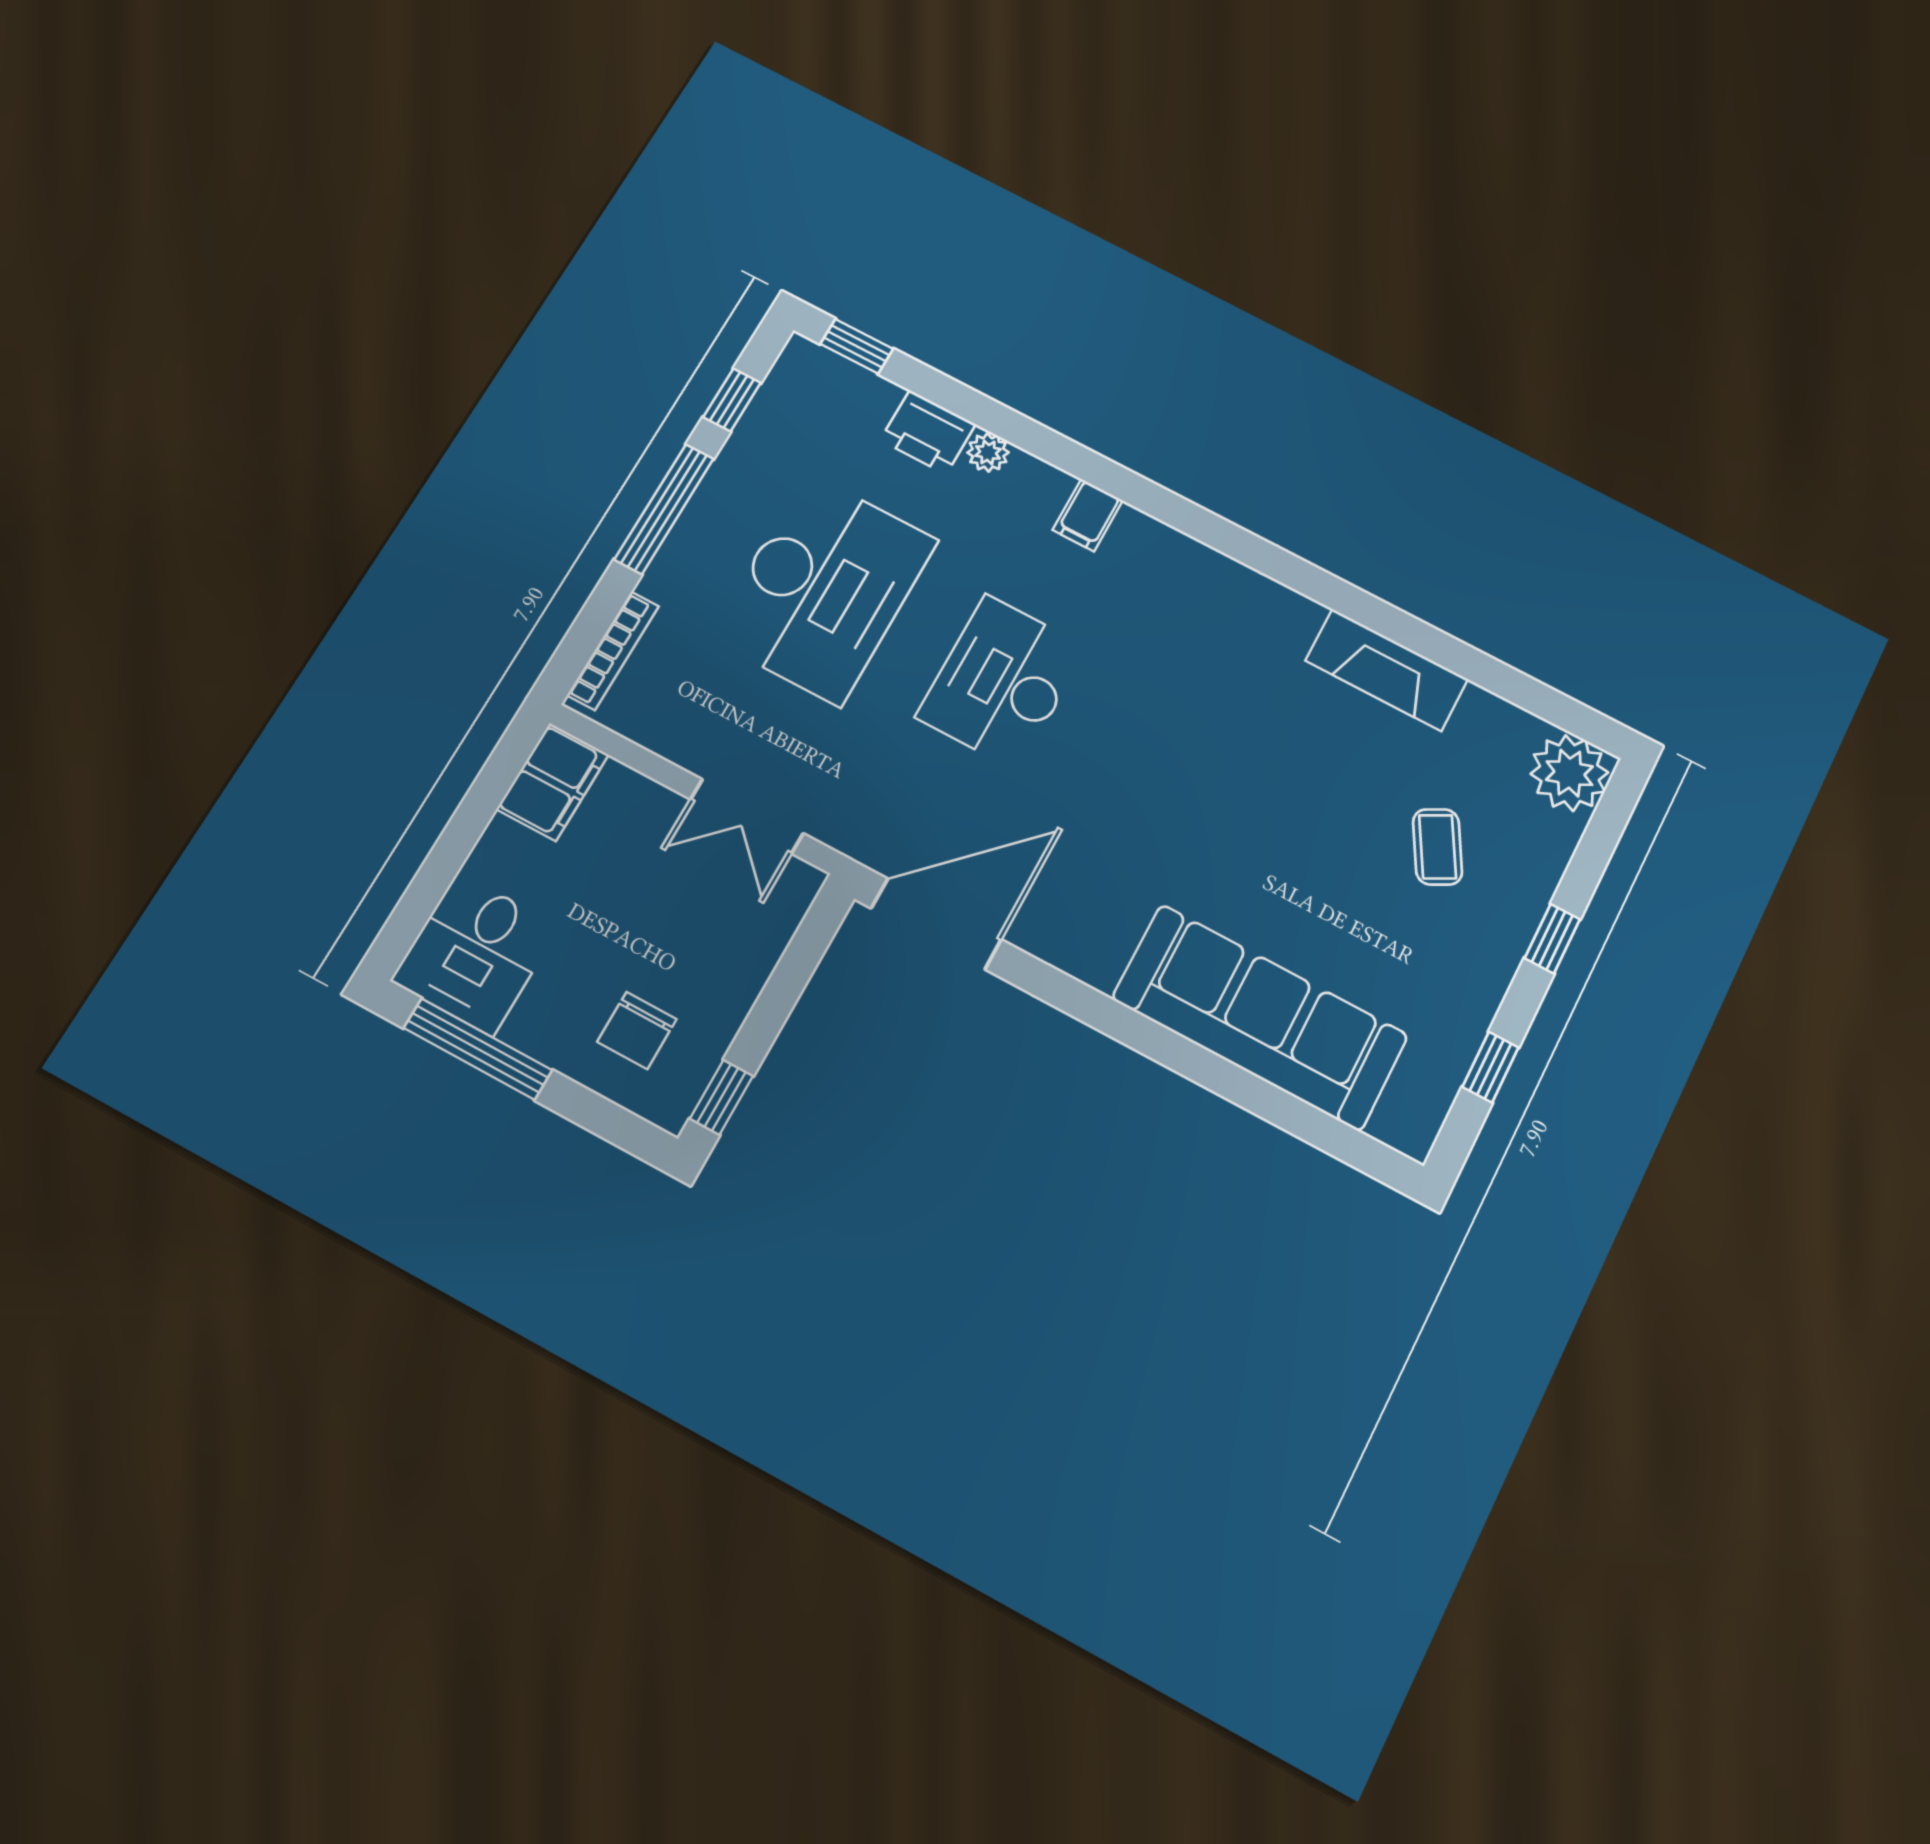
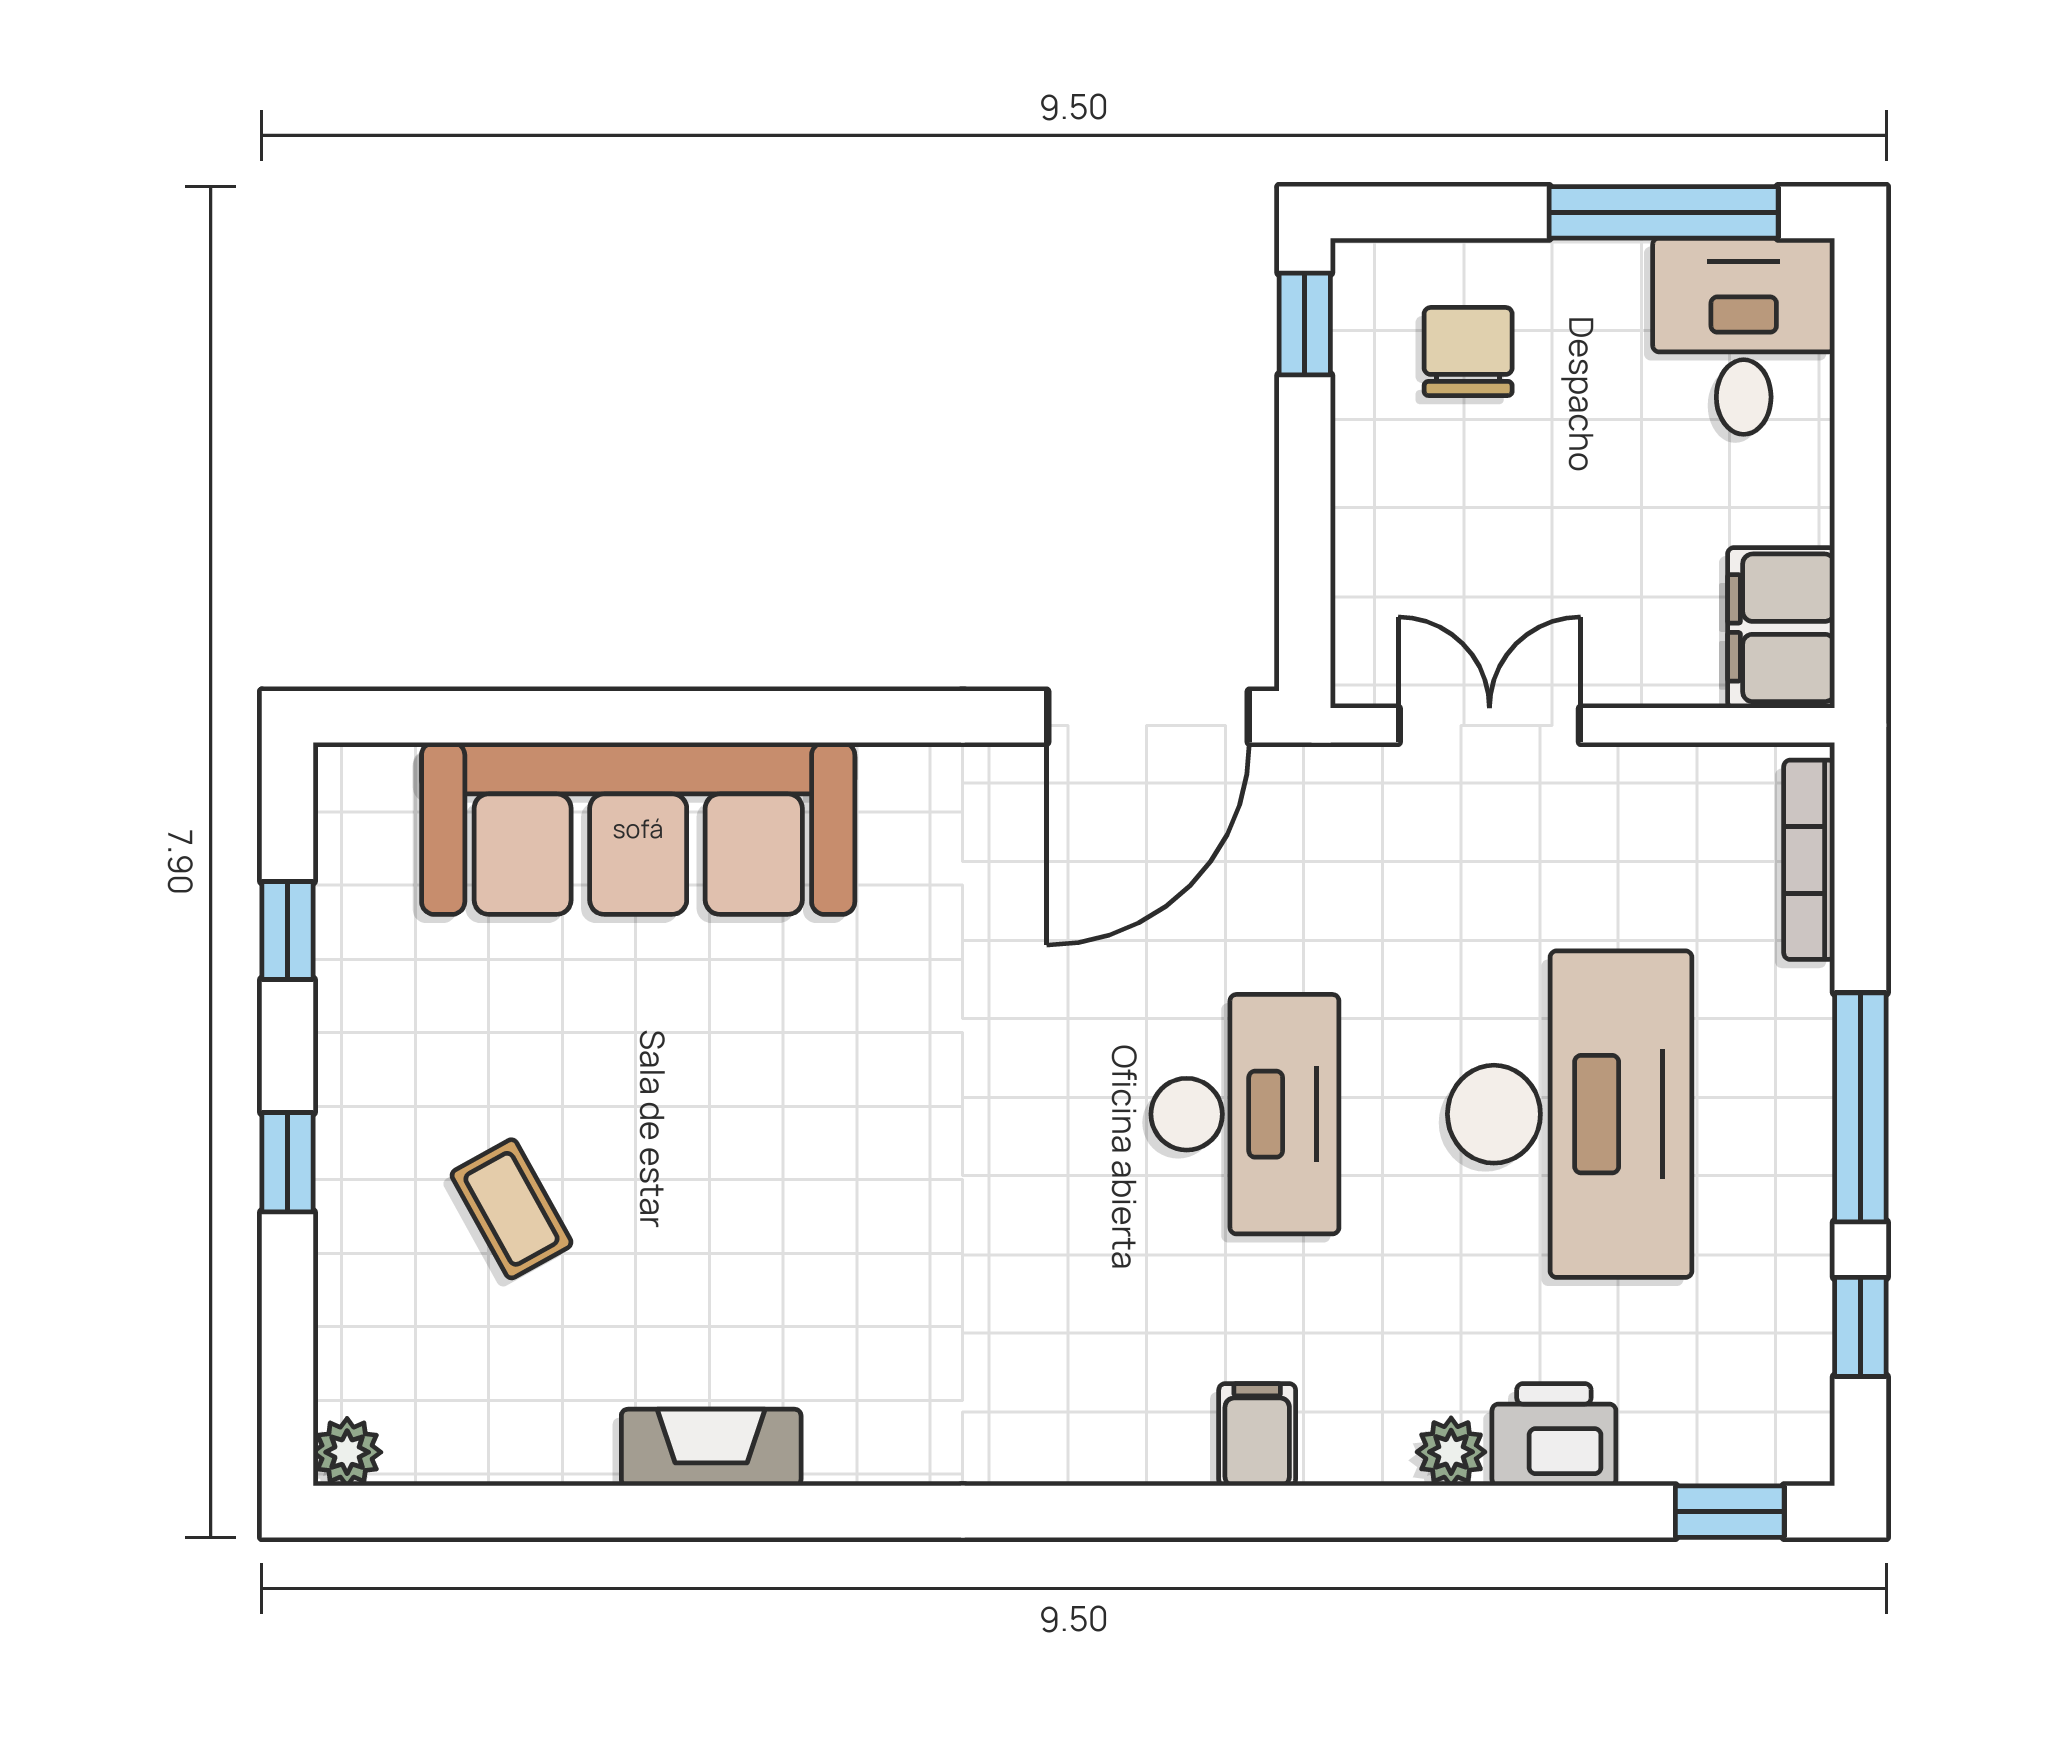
desk: (824, 588) -> (1570, 1114), turned 180
fireplace: (1387, 670) -> (711, 1448), width x0.73, depth x0.76
plant: (1569, 773) -> (347, 1452), width x0.53, depth x0.53

